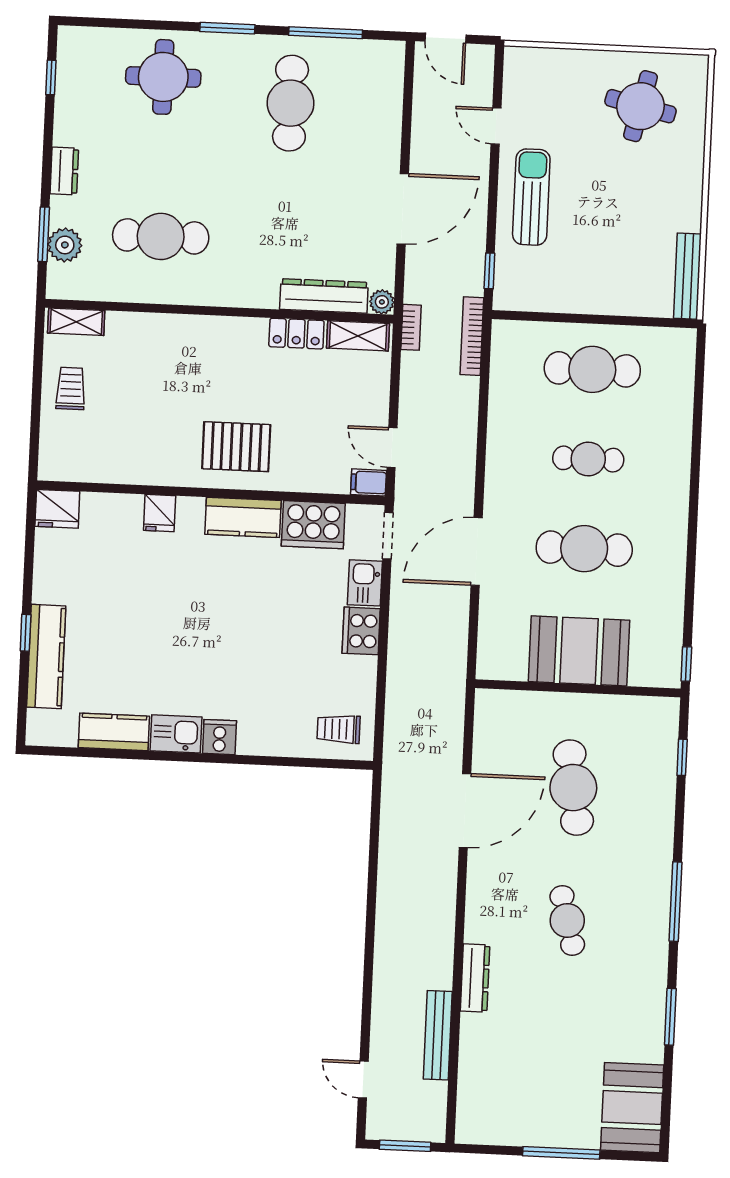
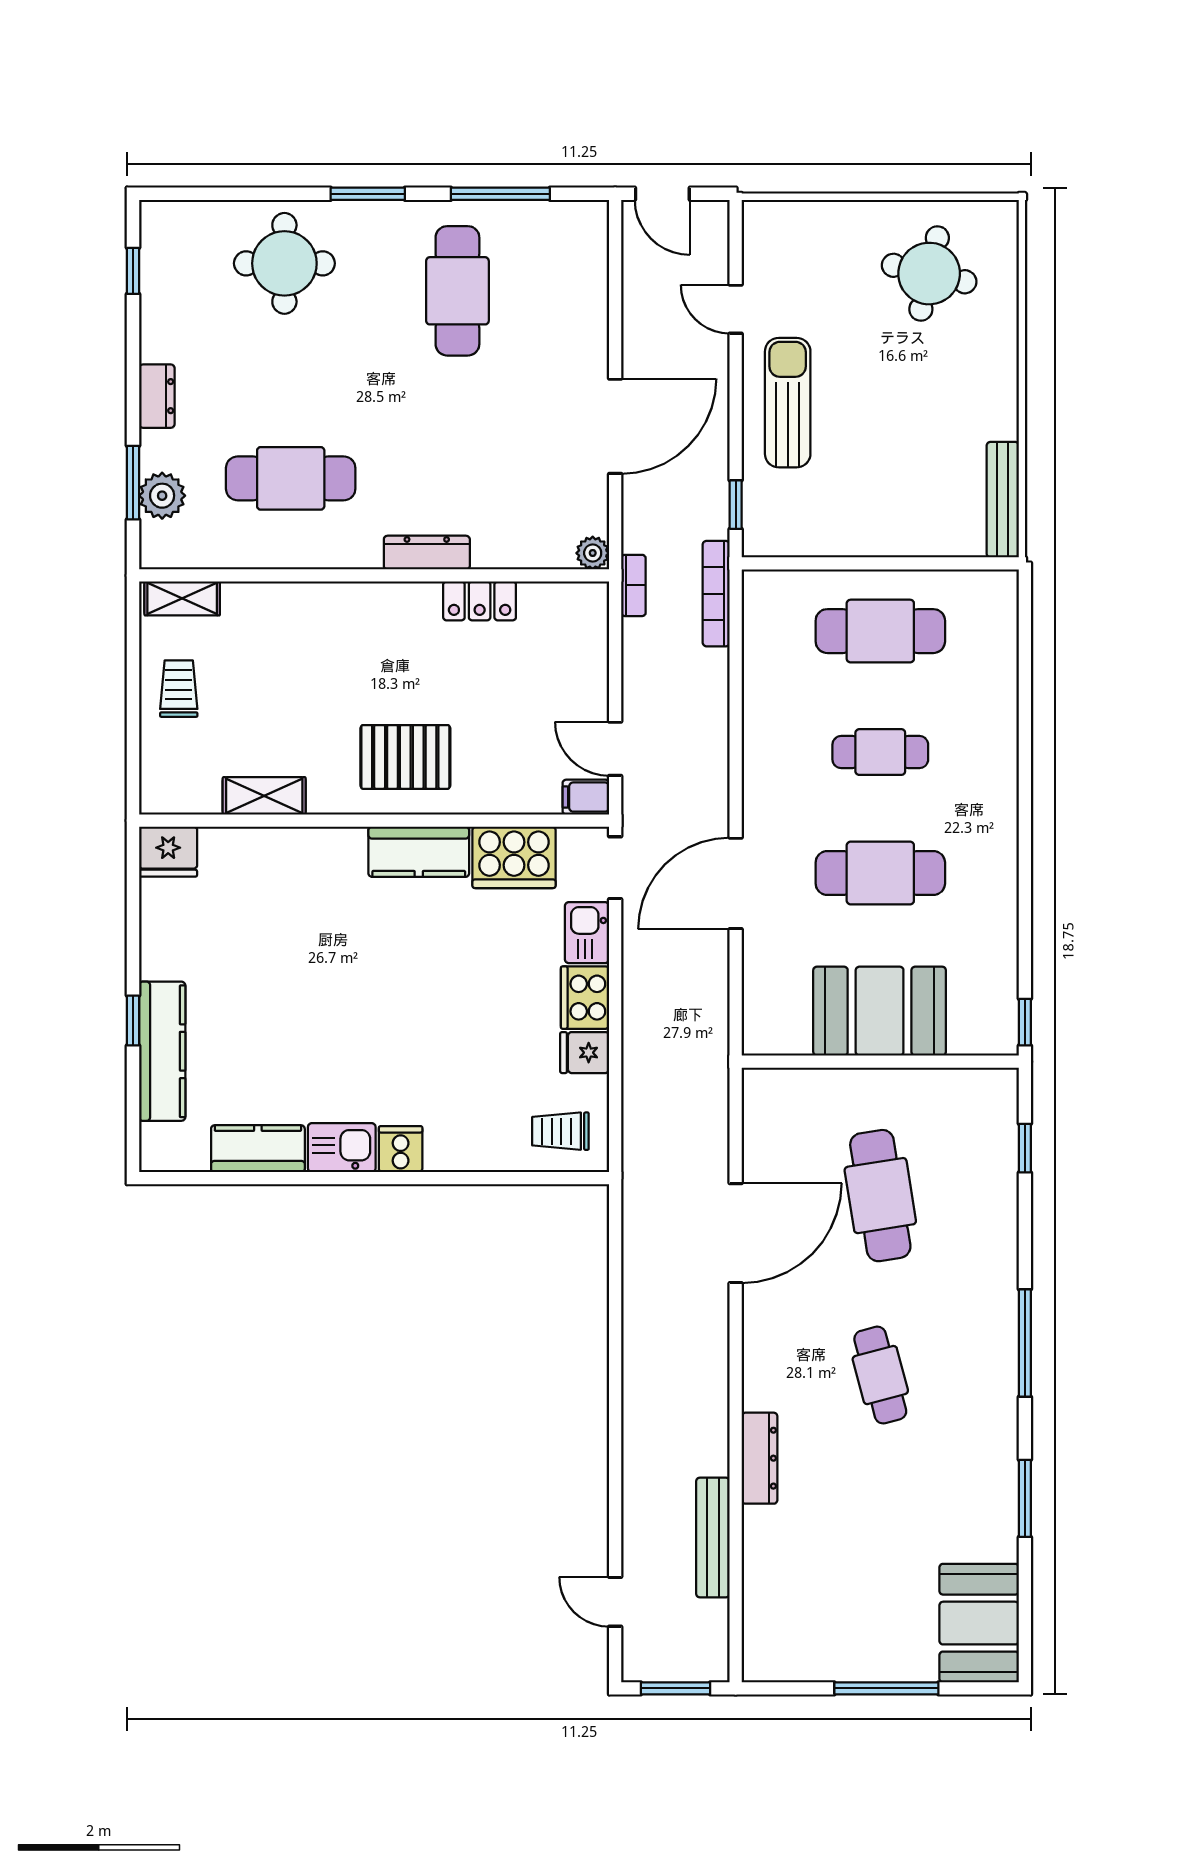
dresser: (324, 296) -> (427, 553), moved, width x0.73, depth x0.80
shelving: (358, 336) -> (264, 796), moved
fridge: (160, 513) -> (585, 1053), moved, turned 90

